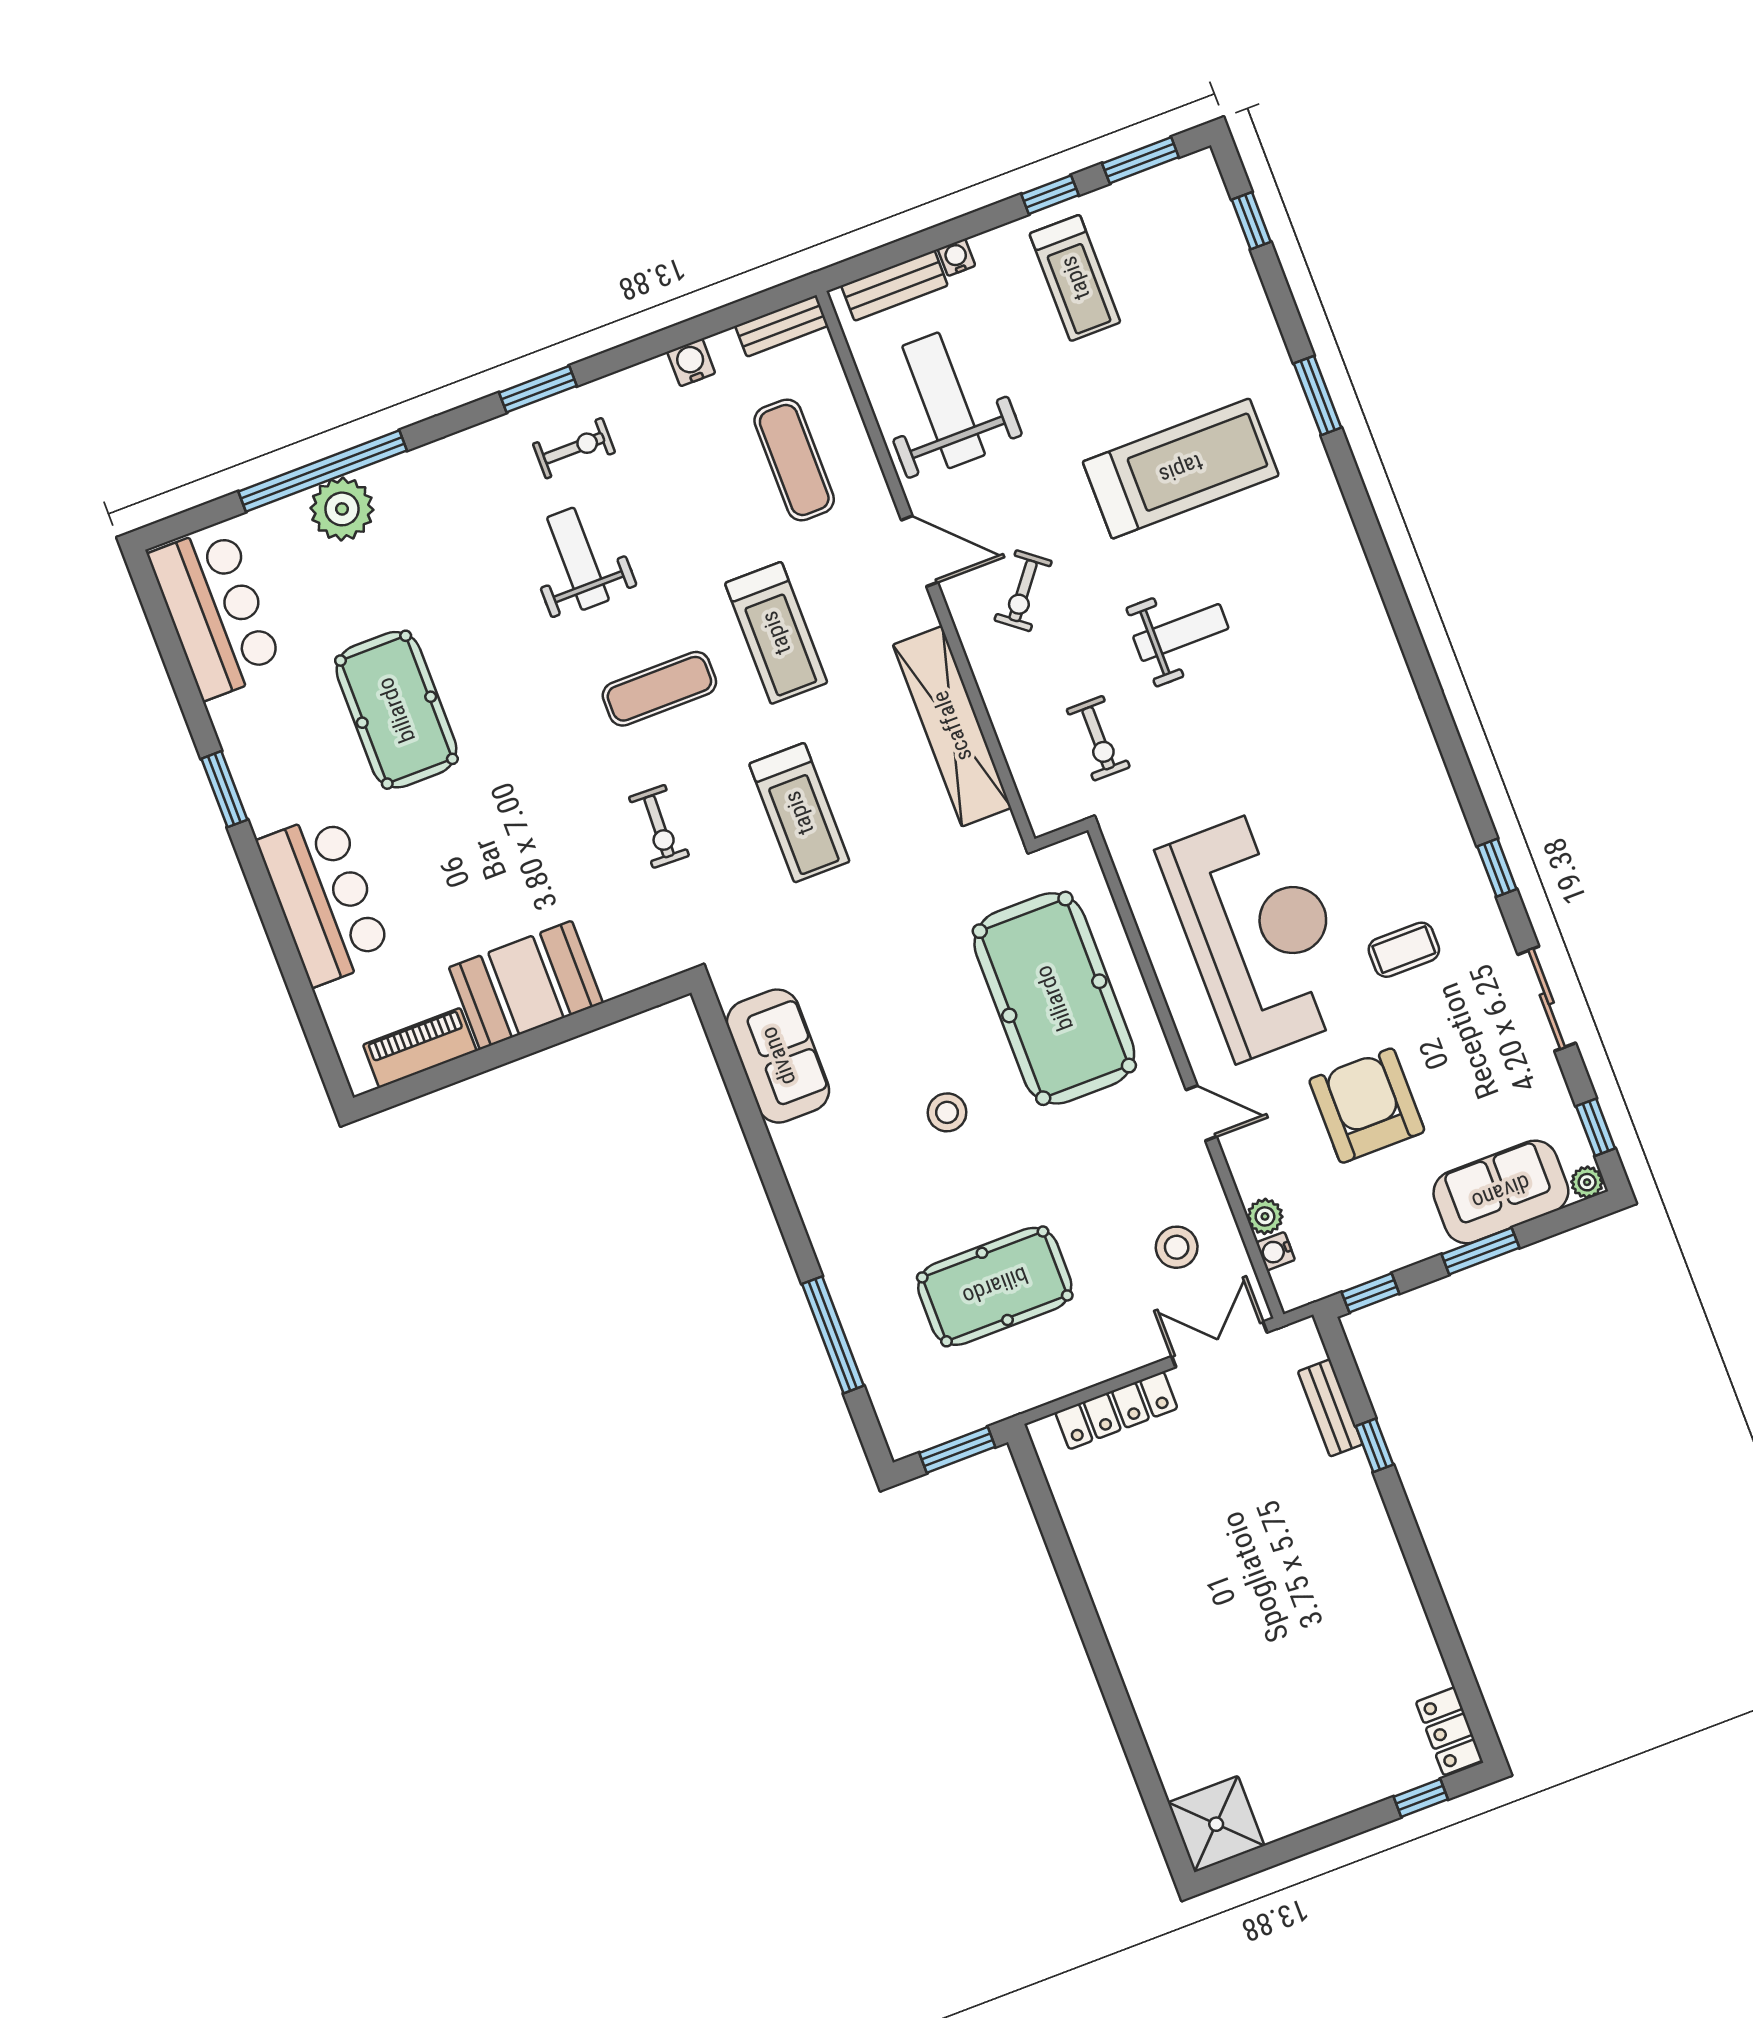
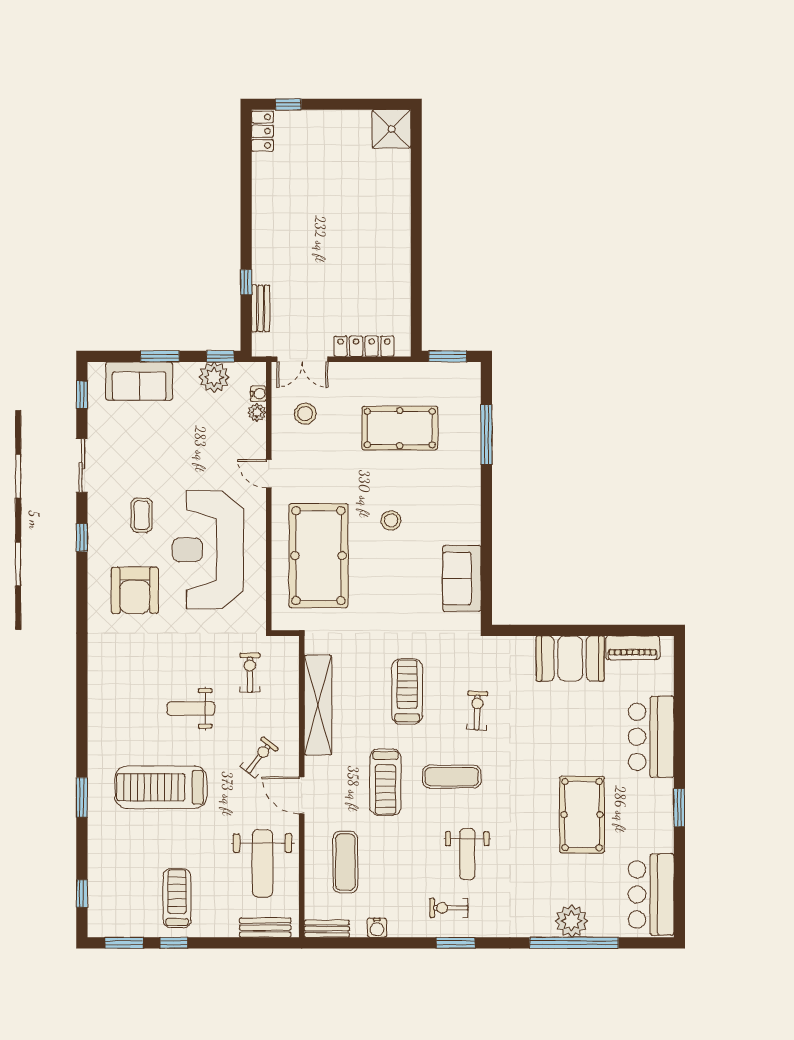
water cooler: (956, 257) -> (230, 930), removed
treadmill: (776, 633) -> (385, 782), turned 180
coffee table: (1404, 950) -> (142, 515), turned 90
armchair: (1367, 1106) -> (135, 590), moved
plant: (1587, 1182) -> (214, 377), moved, width x1.88, depth x1.88

